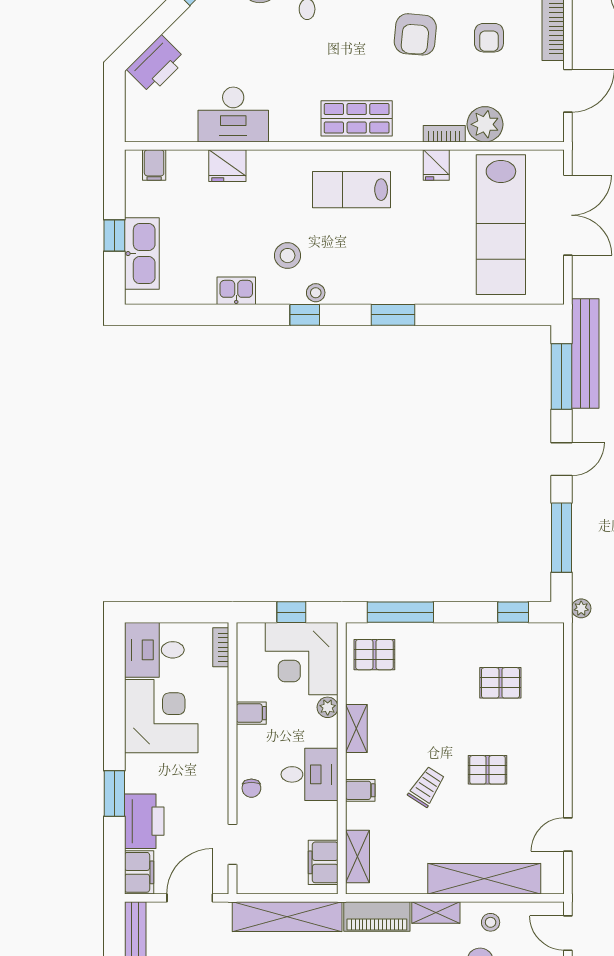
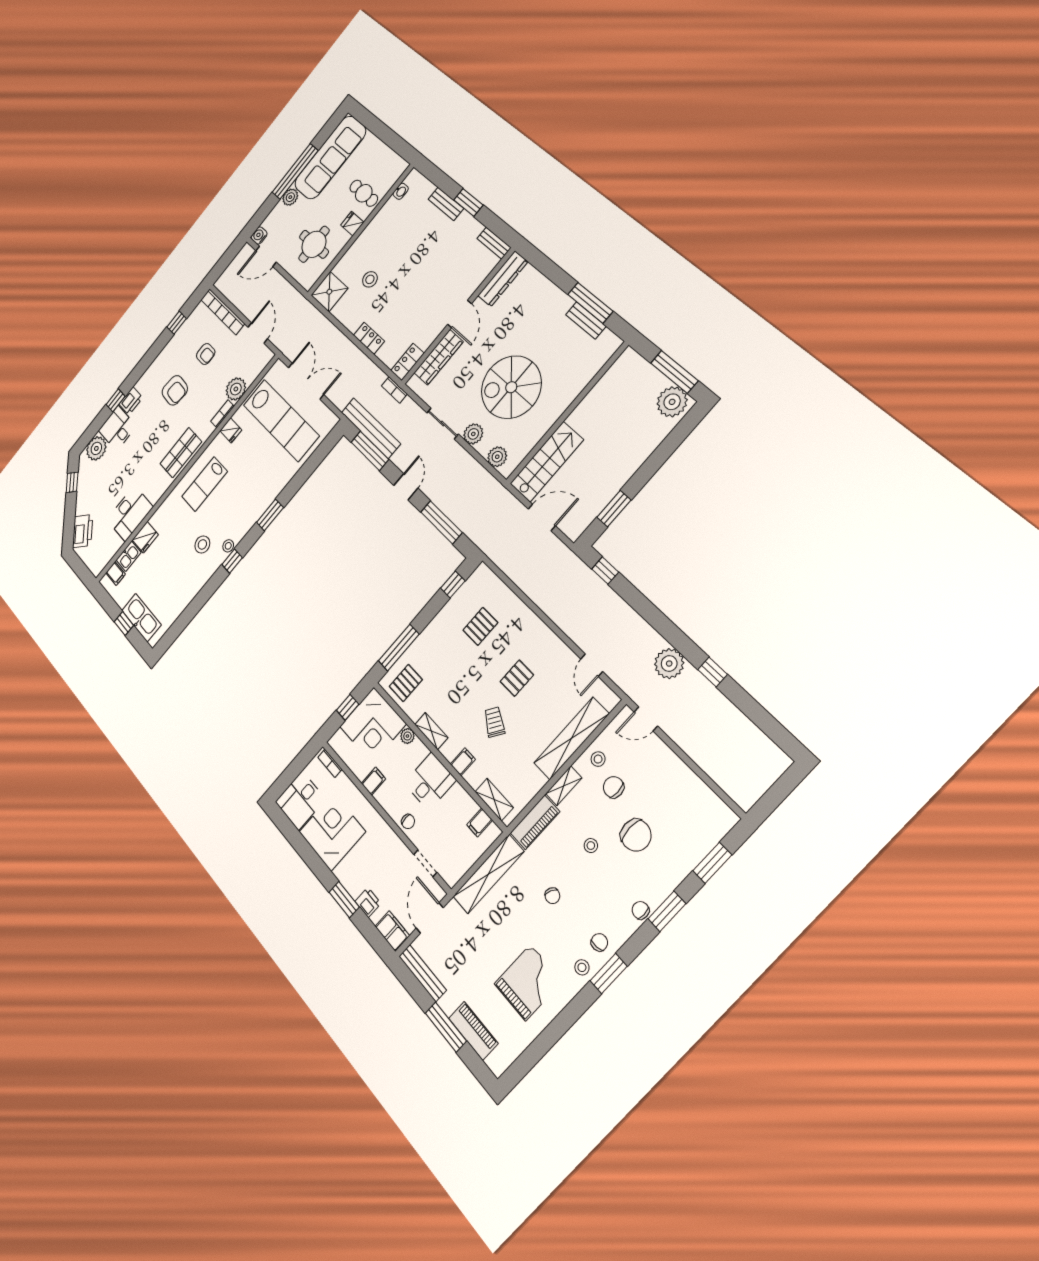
kitchen sink: (236, 291) -> (129, 556), moved, turned 180
plant: (581, 608) -> (484, 544), removed
printer: (144, 821) -> (368, 902), width x0.53, depth x0.68
filing cabinet: (323, 862) -> (480, 822), width x0.50

